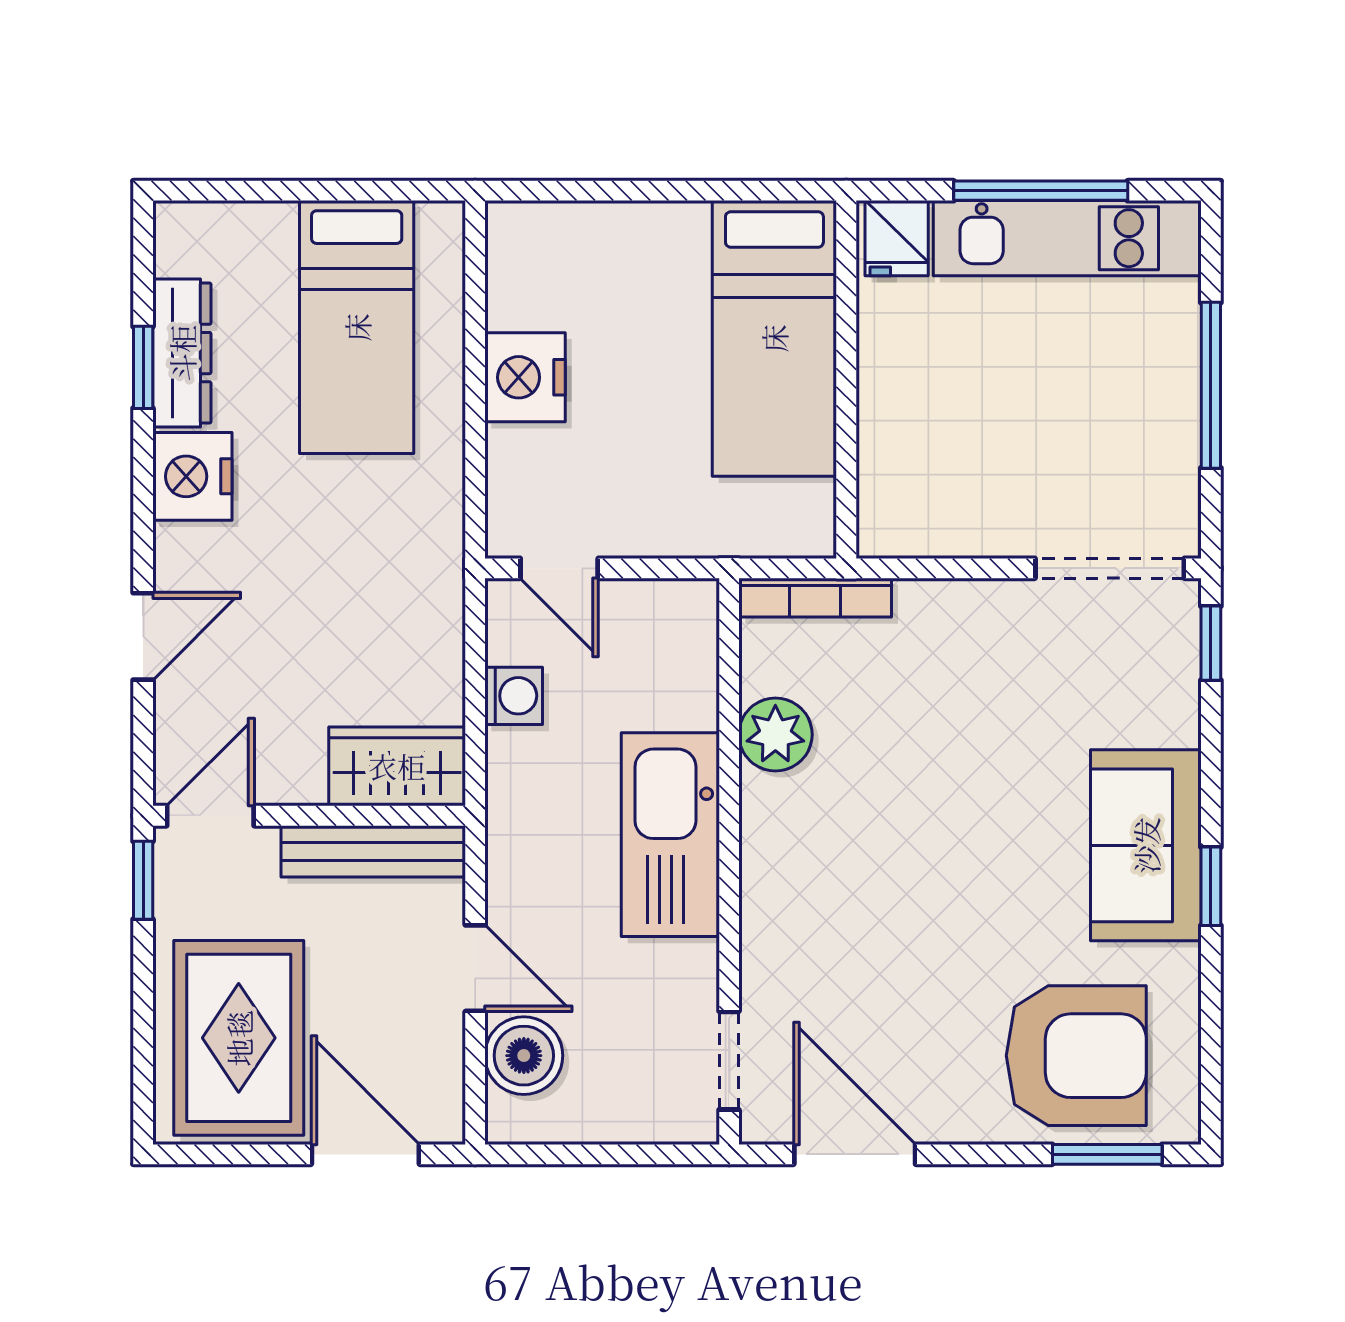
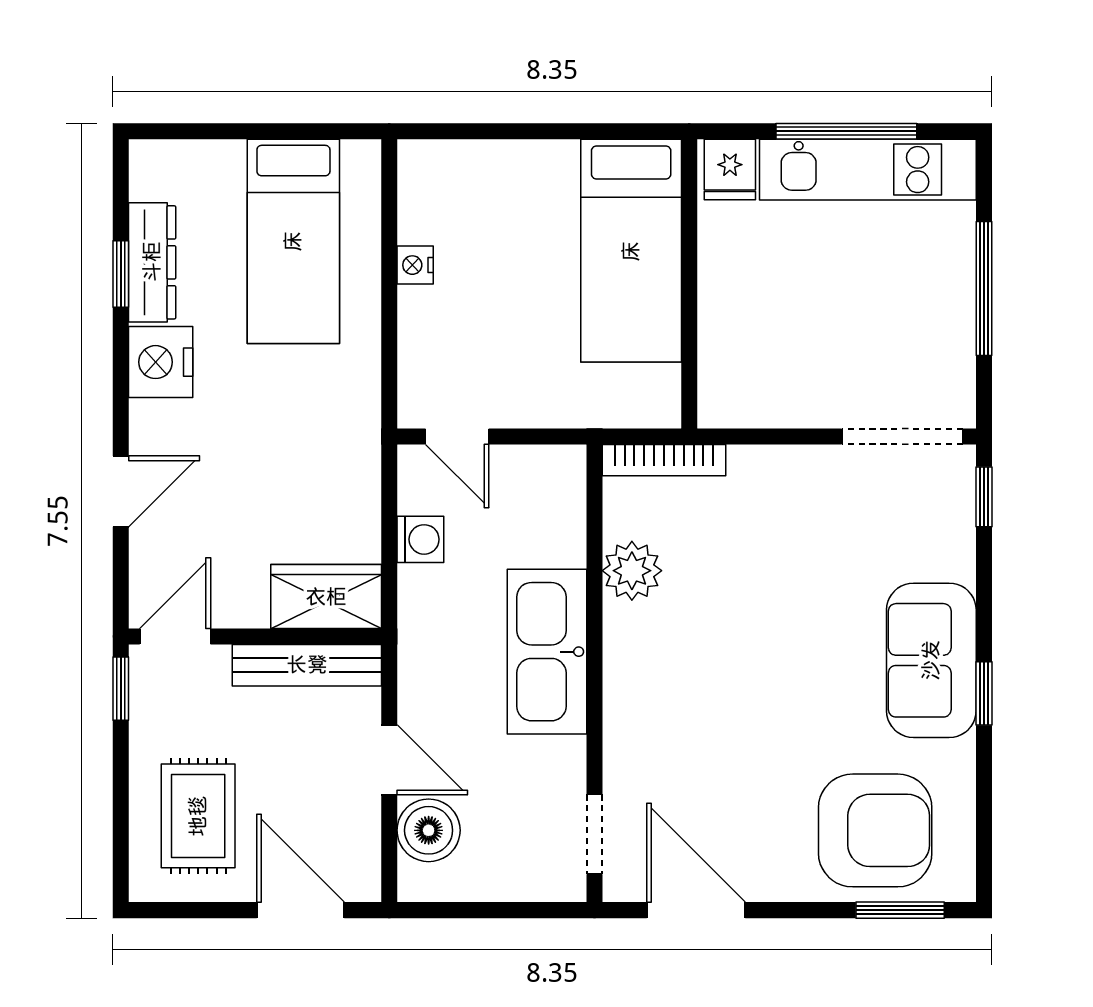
nightstand: (525, 377) -> (415, 265), width x0.53, depth x0.56
rug: (239, 1038) -> (198, 816), width x0.73, depth x0.70

